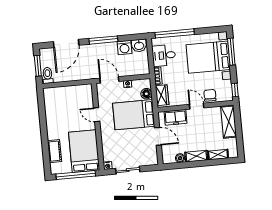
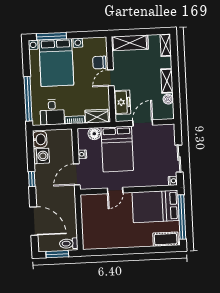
window: (103, 40) -> (32, 179), width x0.46
window: (235, 90) -> (95, 34), removed
cot: (54, 151) -> (166, 239), moved
shelving: (218, 155) -> (166, 45), moved

